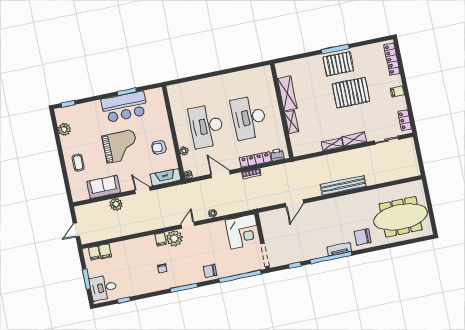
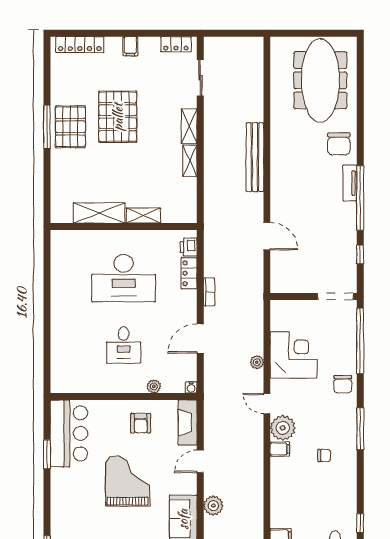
bar counter: (124, 107) -> (69, 433), moved
desk: (206, 126) -> (124, 345), width x0.53, depth x0.77
locker: (255, 160) -> (189, 273), width x0.66
corner desk: (243, 232) -> (293, 355), moved

